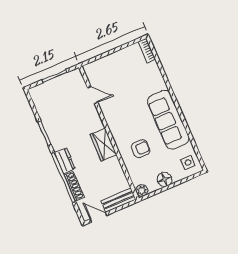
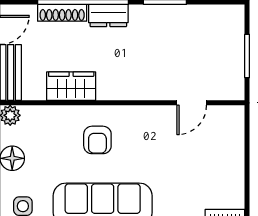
wardrobe: (103, 144) -> (71, 86), moved
armchair: (141, 149) -> (97, 140), moved

